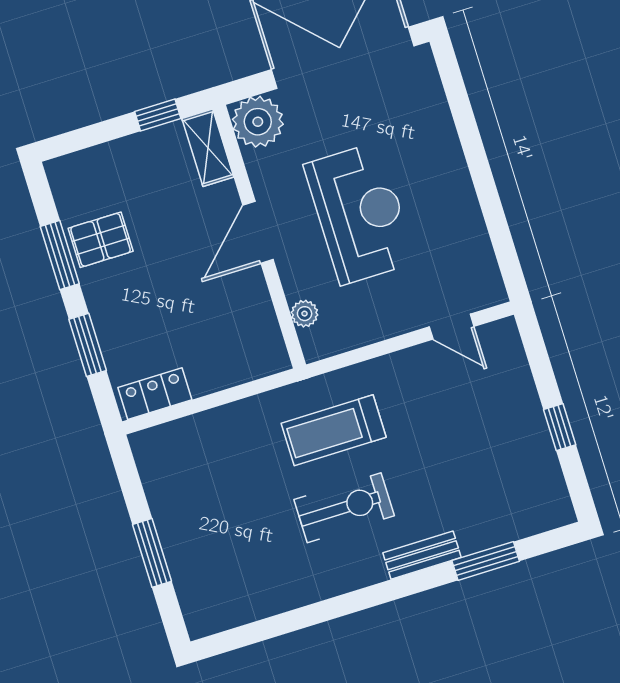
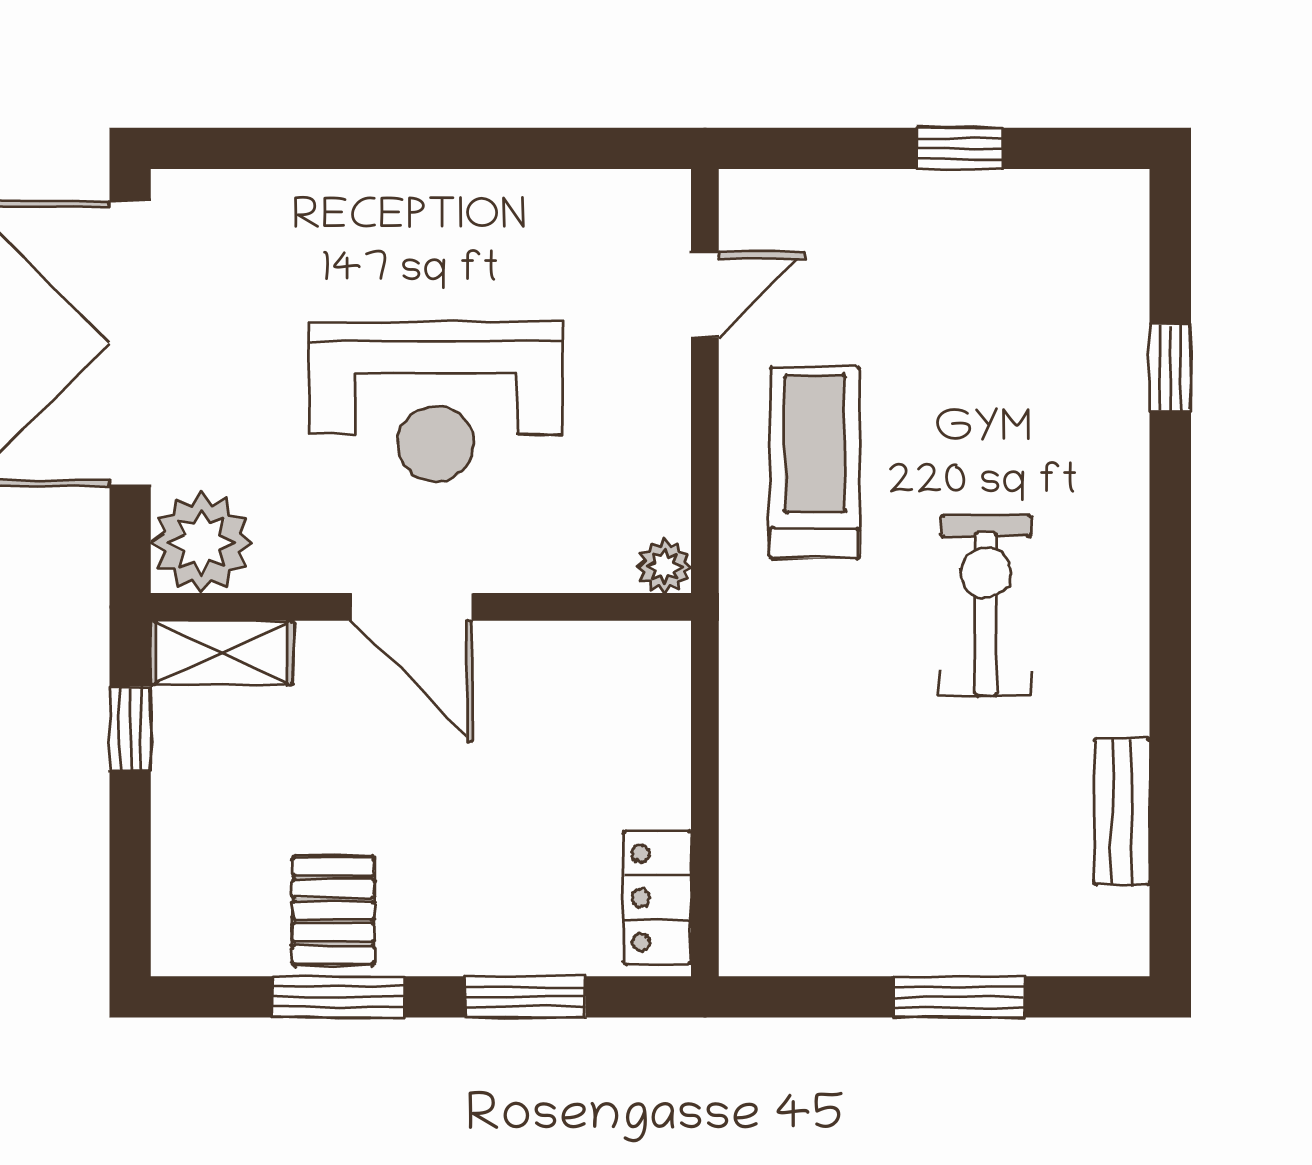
reception desk: (360, 213) -> (436, 402), turned 180
plant: (305, 314) -> (664, 566), moved
treadmill: (334, 430) -> (815, 463), moved, turned 180
bench: (422, 555) -> (1122, 811), moved
window: (486, 561) -> (1170, 368), width x0.67

